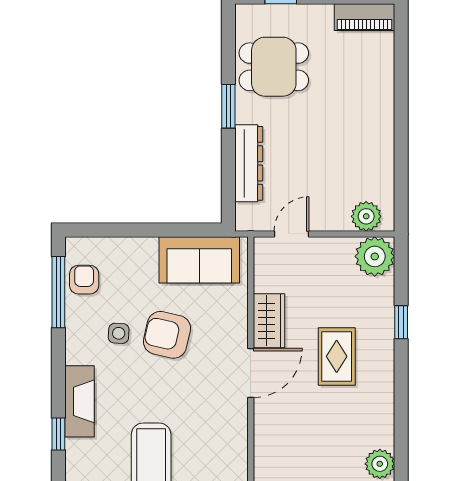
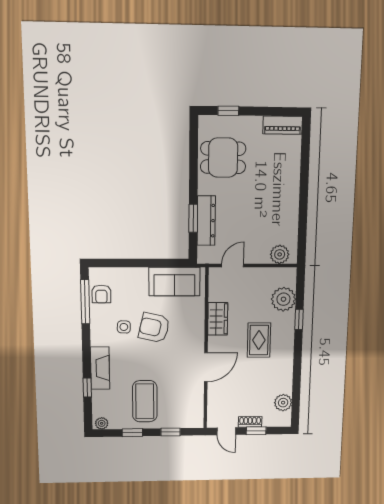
window: (228, 106) -> (193, 218), moved
plant: (375, 256) -> (283, 299), moved
armchair: (84, 280) -> (101, 294), turned 180
door: (251, 373) -> (206, 367), moved

